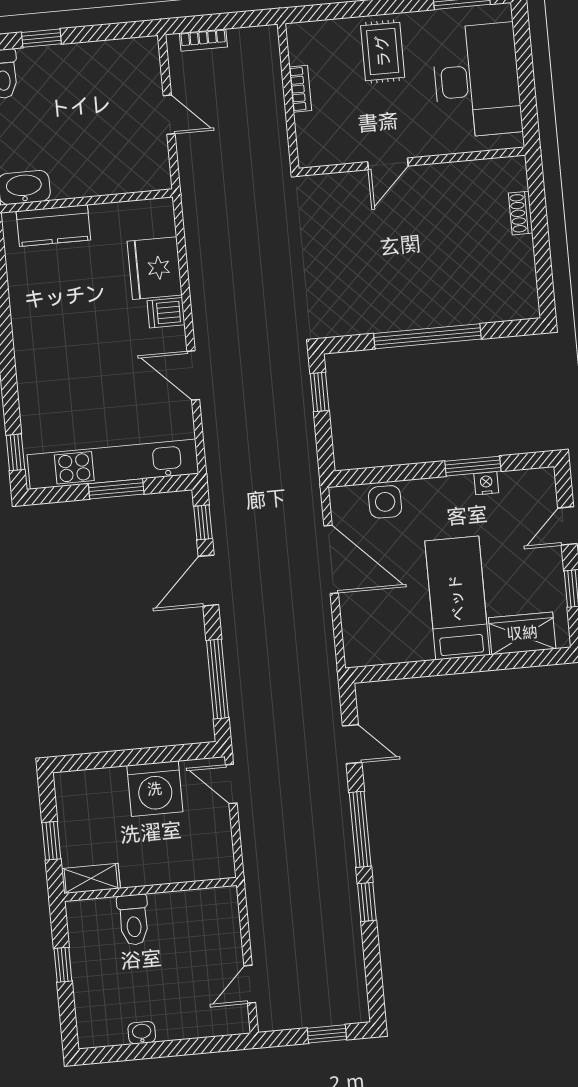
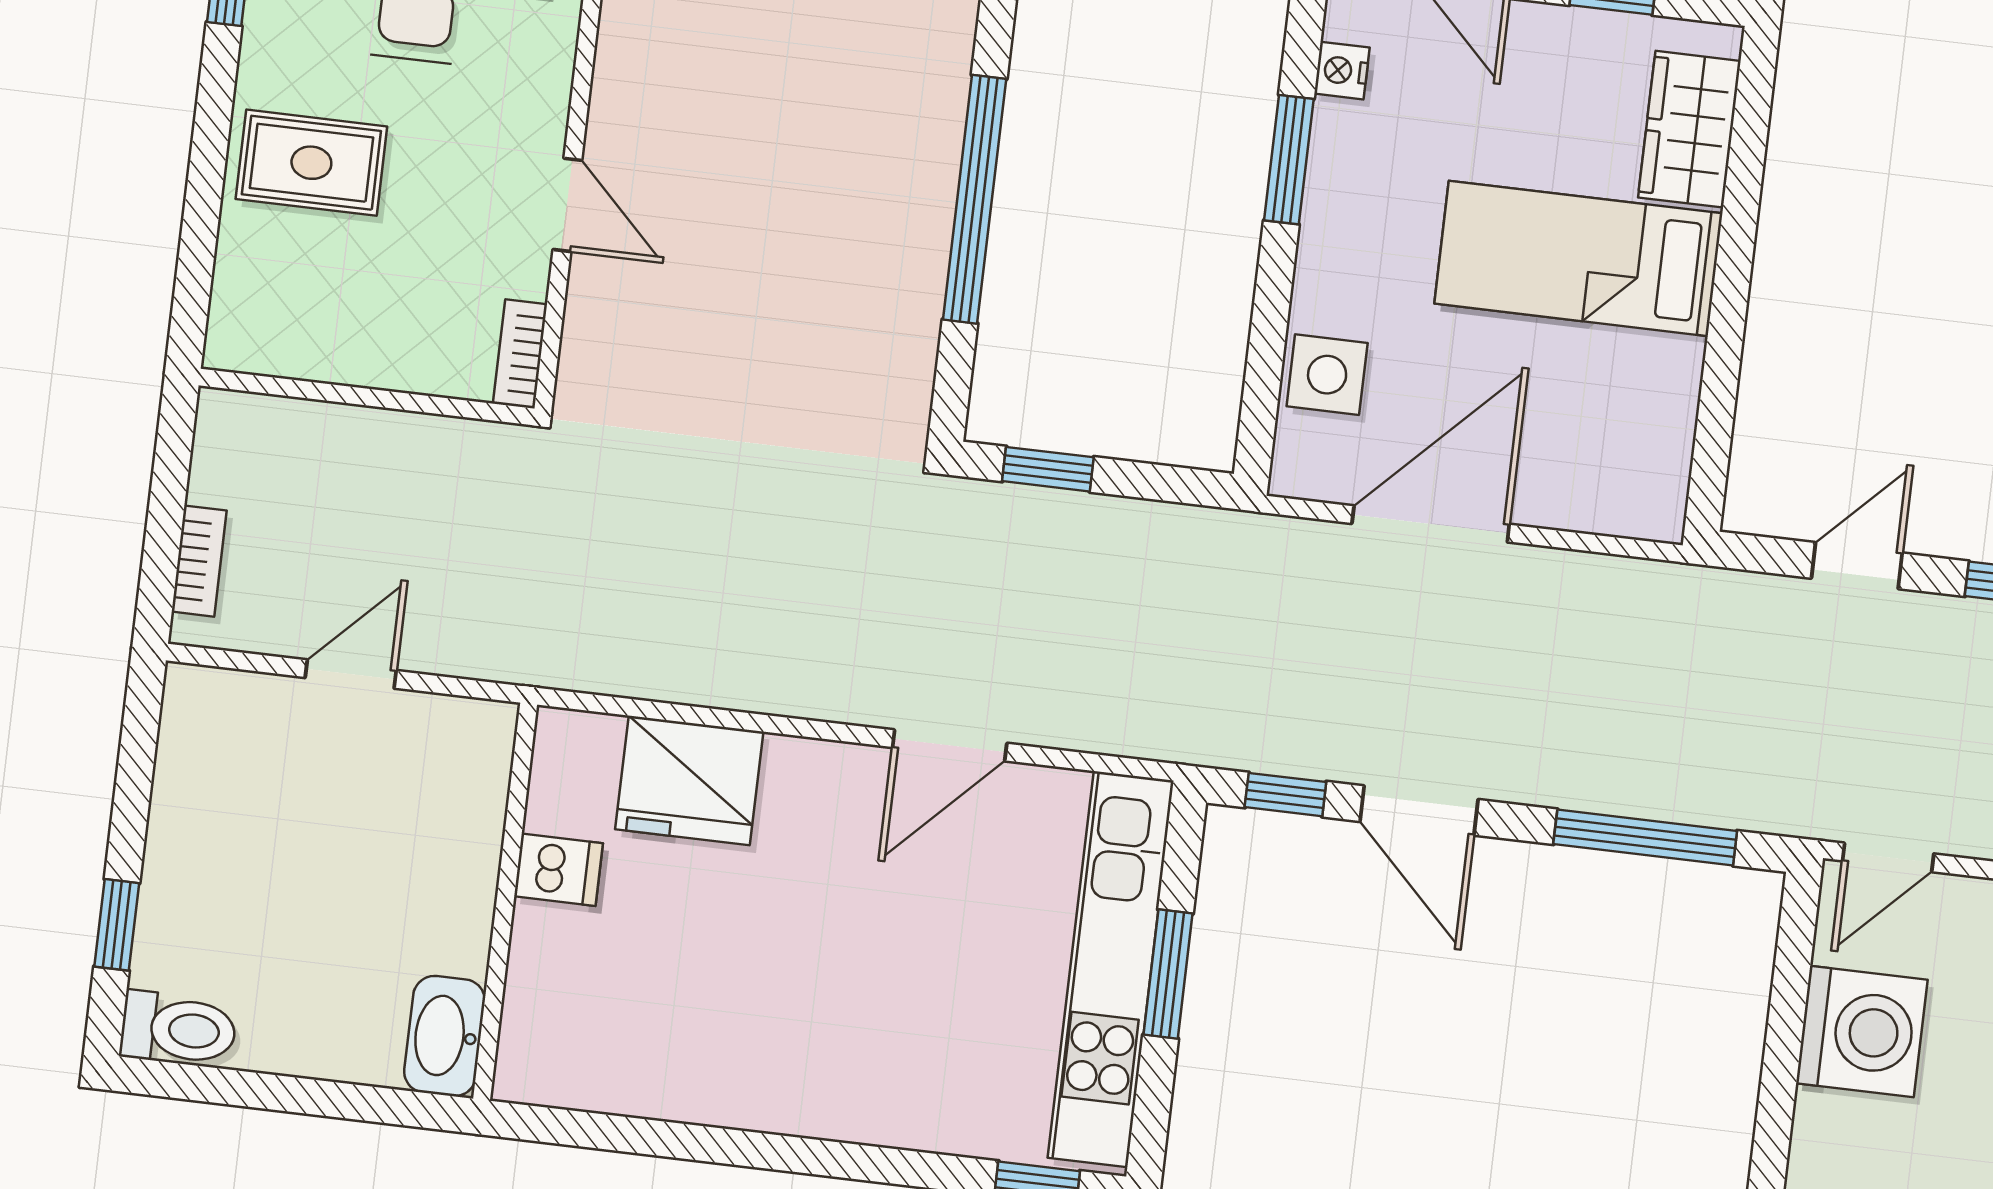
bookcase: (300, 89) -> (520, 354), moved, turned -90
kitchen counter: (53, 226) -> (545, 988), removed
dishwasher: (166, 313) -> (558, 870), moved, turned -90
nightstand: (486, 483) -> (1342, 71), moved

